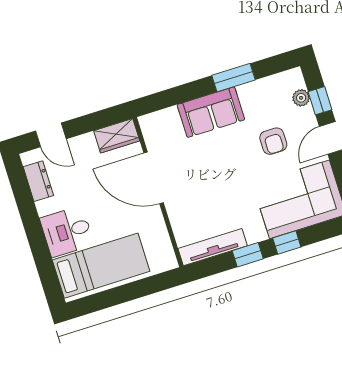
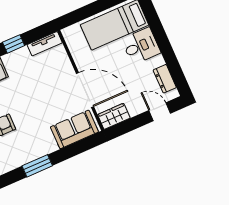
sofa: (211, 112) -> (74, 129), moved
tv unit: (213, 247) -> (45, 44), width x0.71

